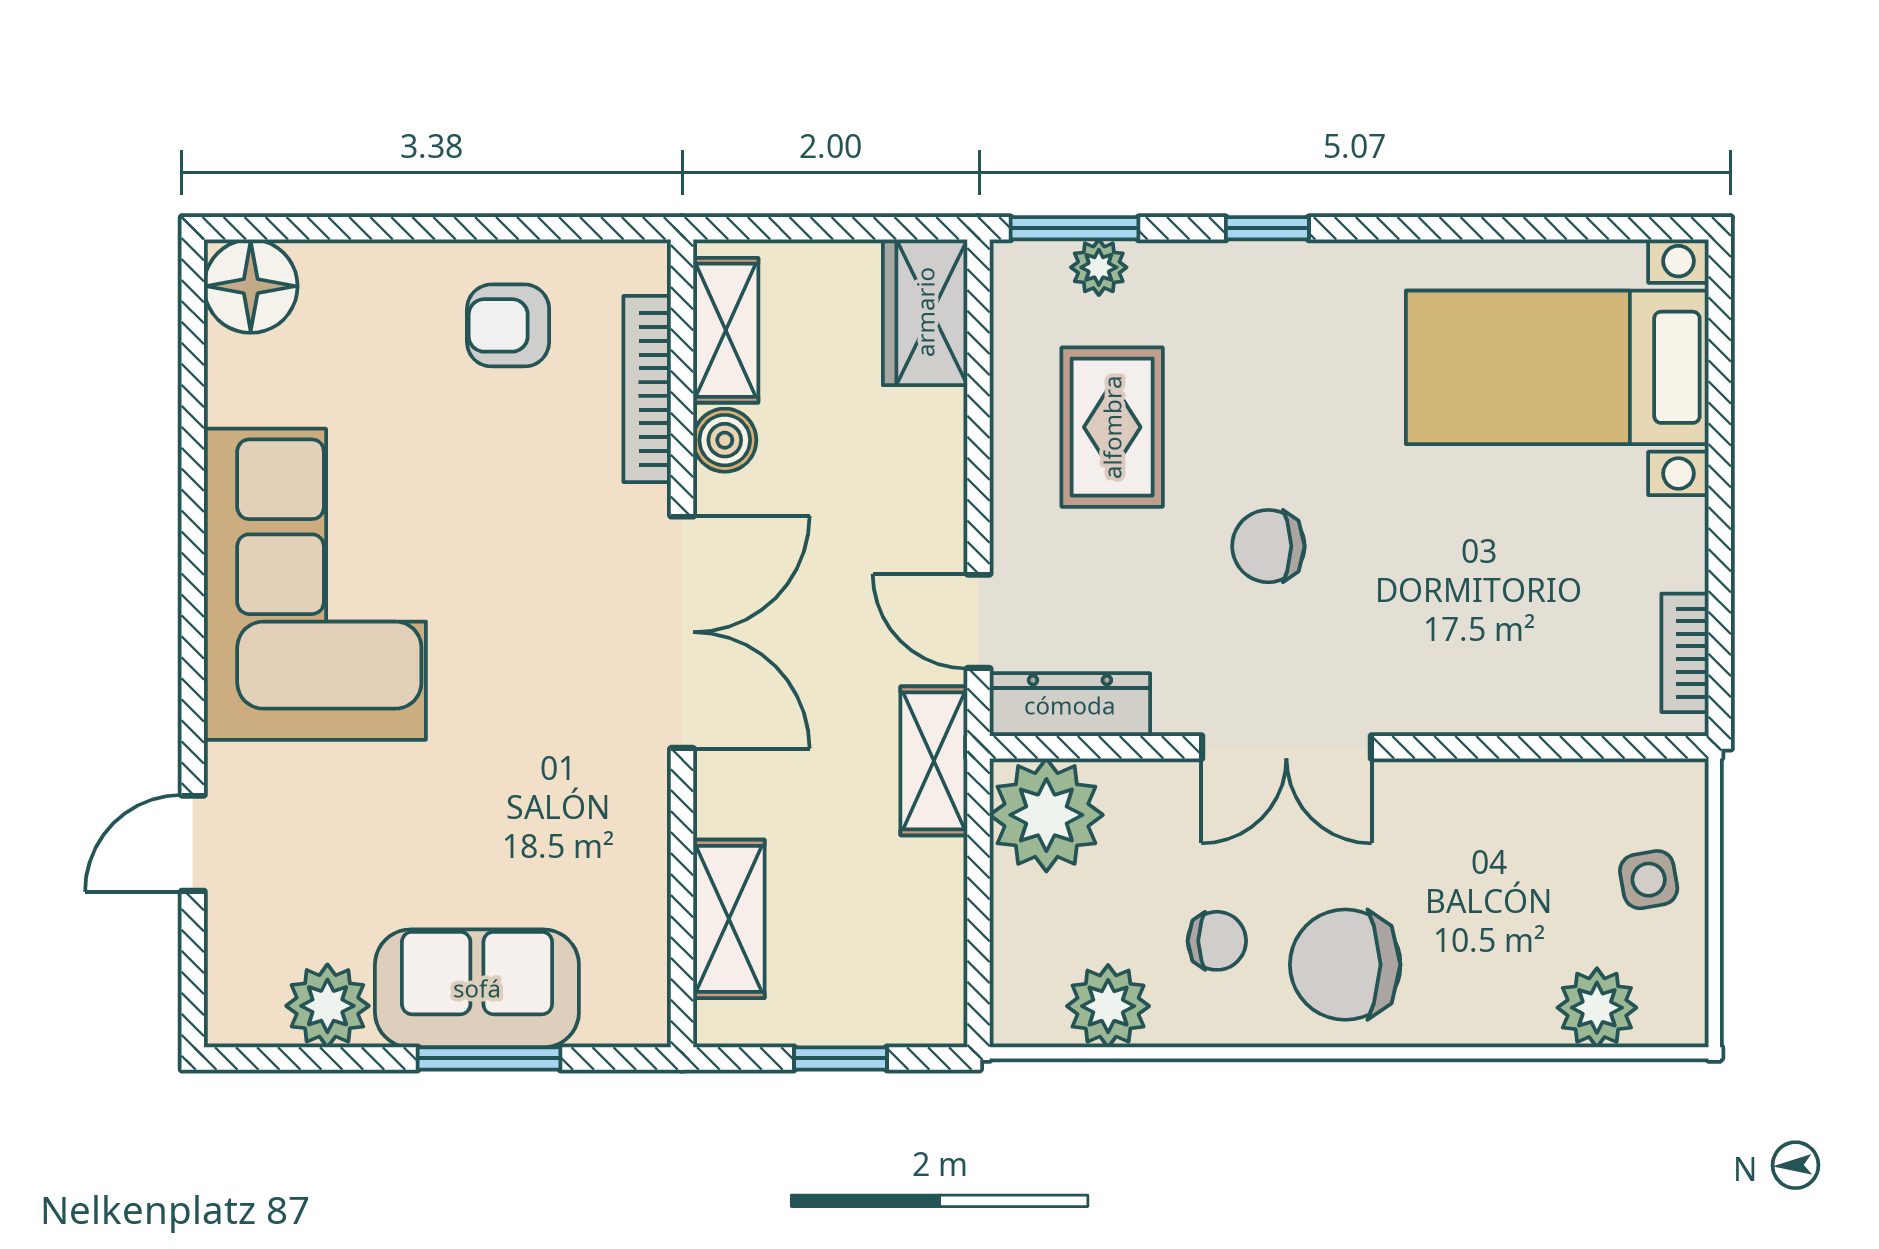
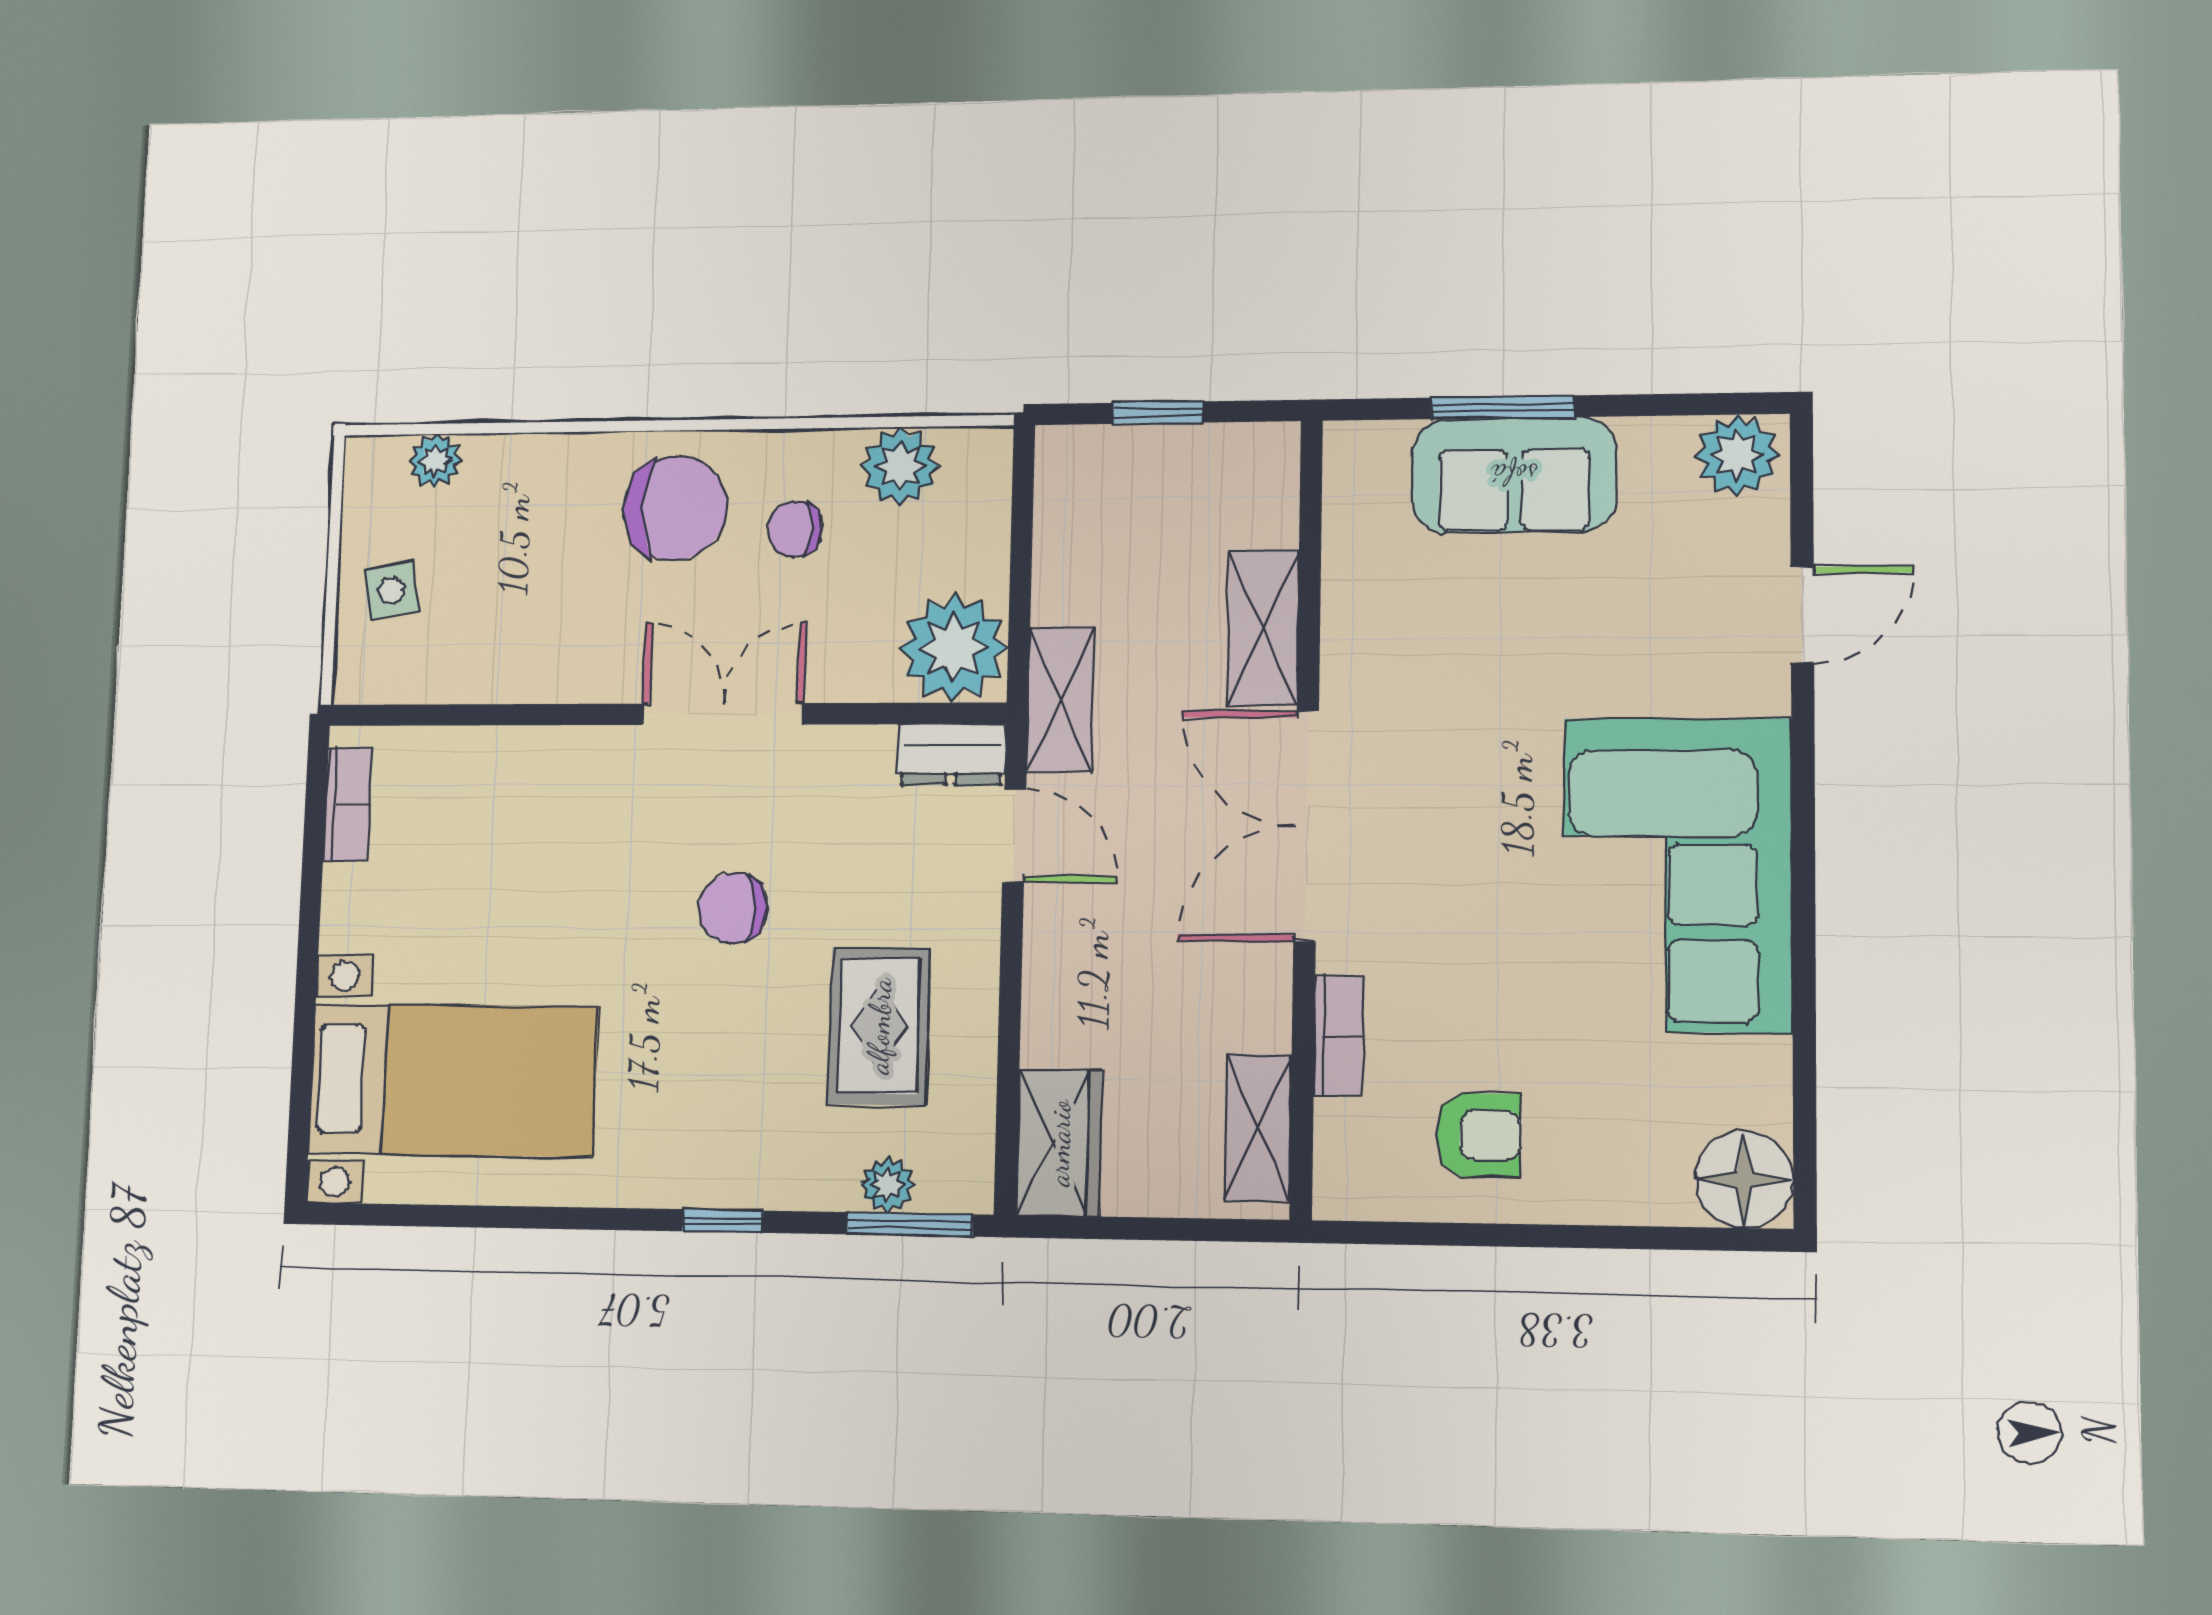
bookcase: (647, 389) -> (1338, 1035), width x0.64
boiler: (725, 440) -> (1261, 1017), removed
chair: (1268, 546) -> (733, 908), turned 180
dresser: (1070, 705) -> (951, 755), width x0.70
shelving: (729, 919) -> (1263, 628), moved
plant: (327, 1006) -> (1737, 455), moved
plant: (1597, 1008) -> (435, 461), width x0.73, depth x0.73

